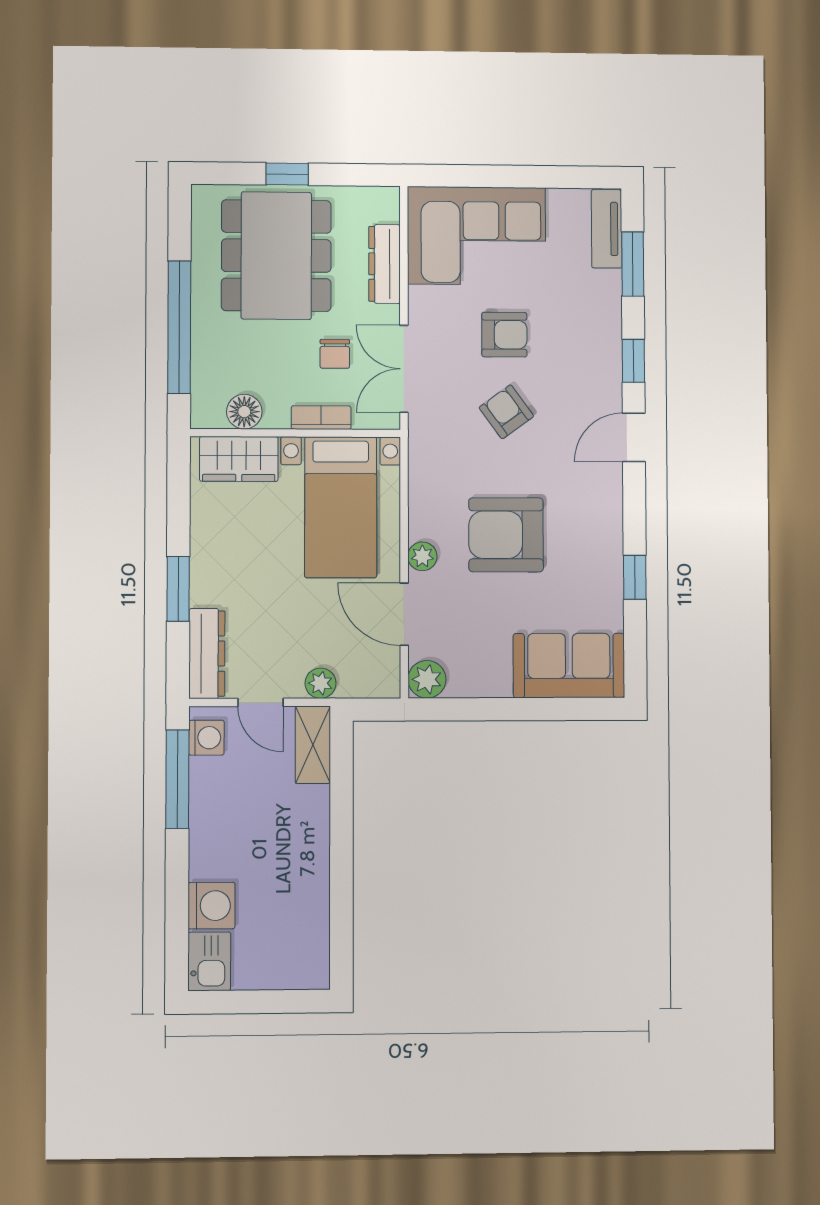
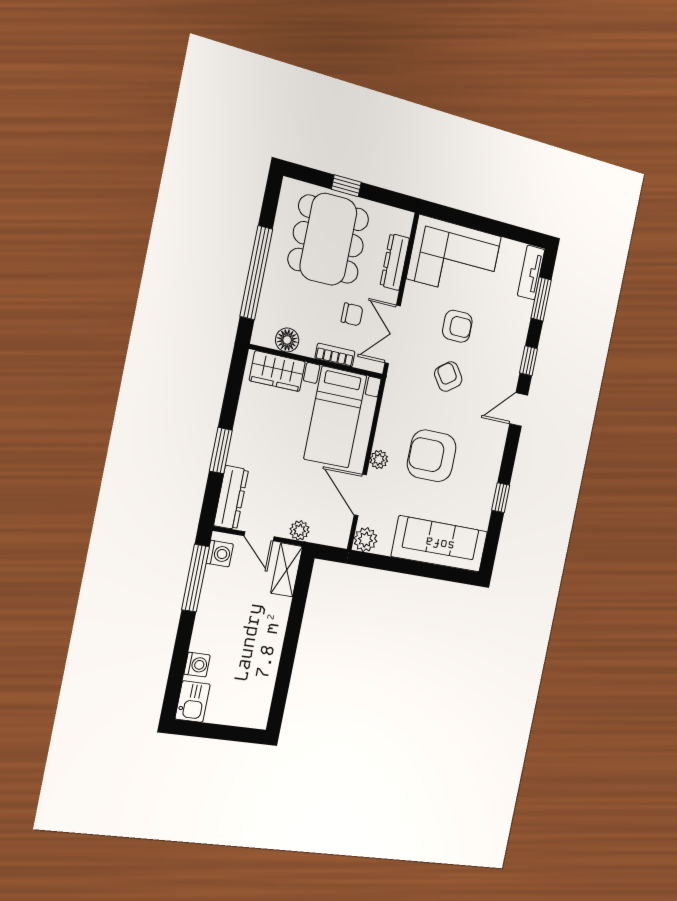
chair: (335, 354) -> (352, 314), turned -90
sofa: (569, 666) -> (440, 544), width x1.36
washing machine: (212, 906) -> (197, 665), width x0.73, depth x0.73

